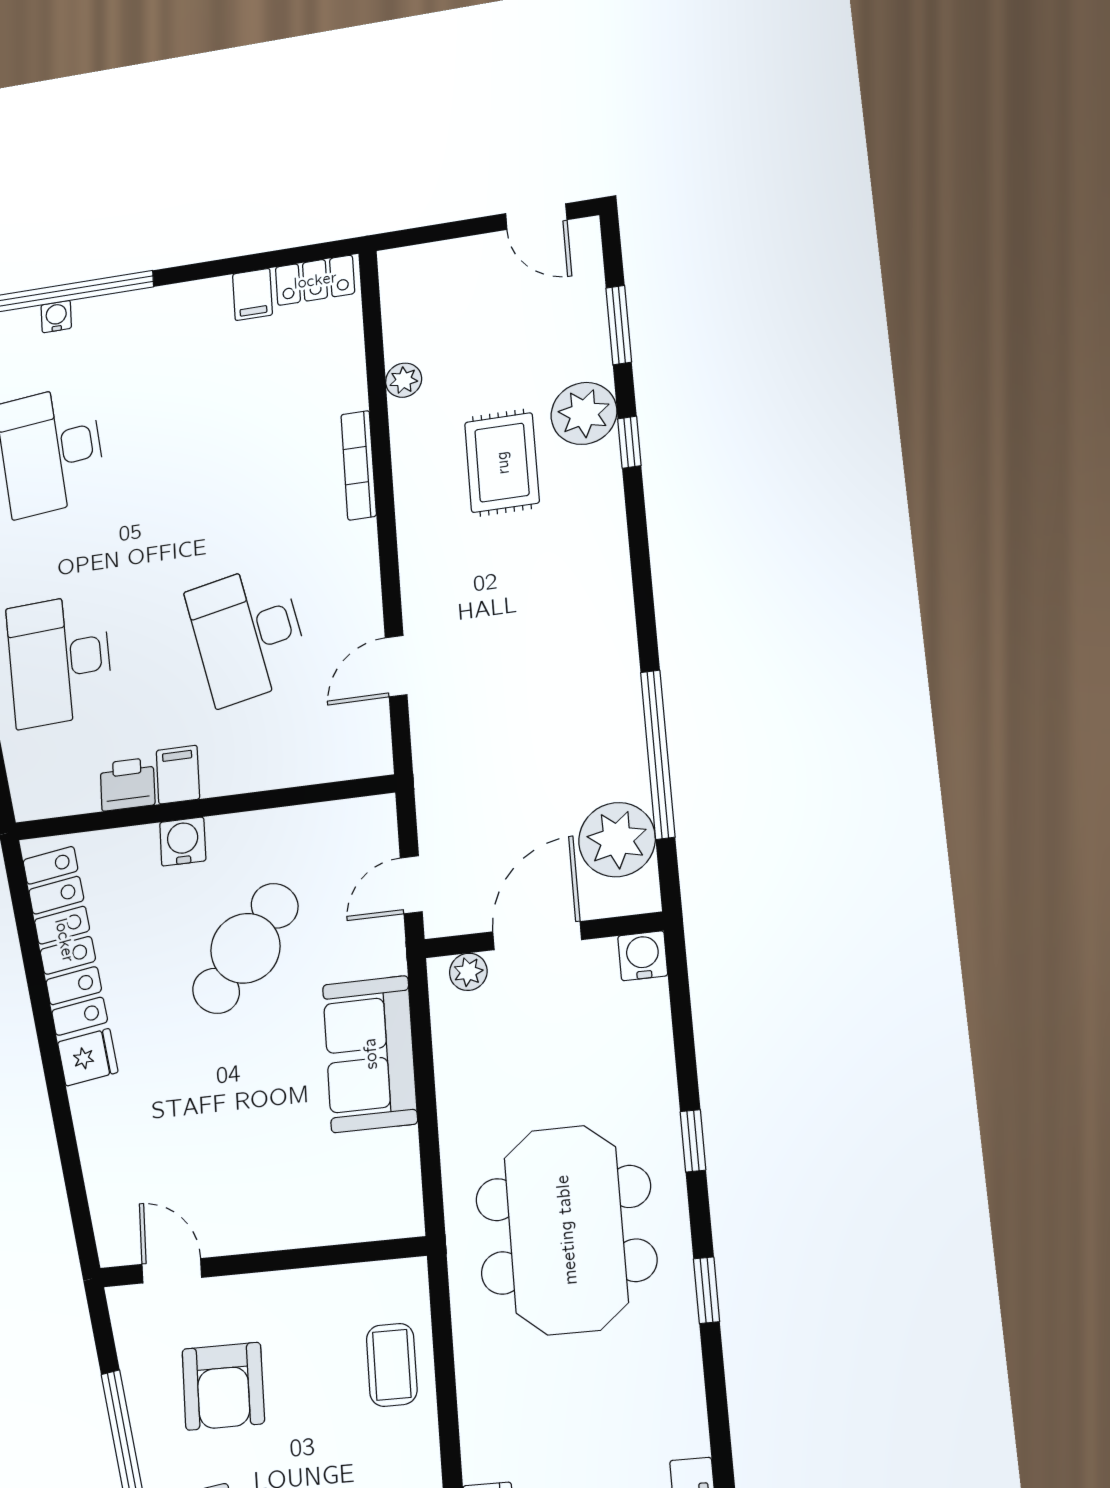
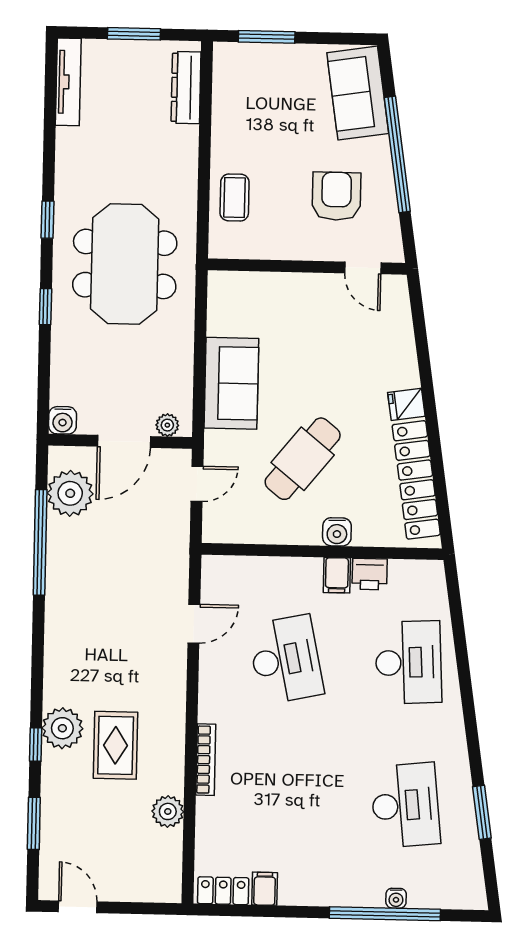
plant: (404, 380) -> (168, 811), width x1.38, depth x1.38
plant: (584, 413) -> (62, 728), moved

